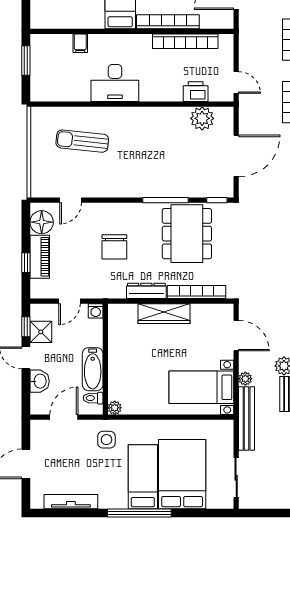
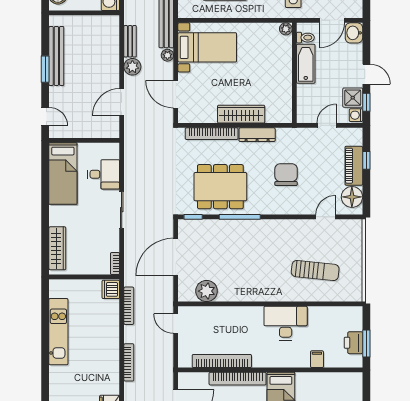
printer: (196, 92) -> (353, 343), moved, turned 90
dining table: (187, 234) -> (220, 187), turned 90
washing machine: (96, 311) -> (356, 115), moved, turned -90
washbasin: (40, 381) -> (354, 33), moved

